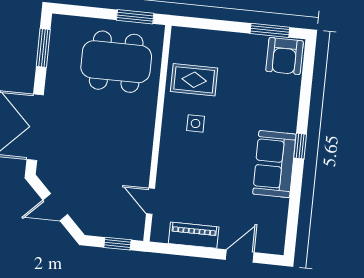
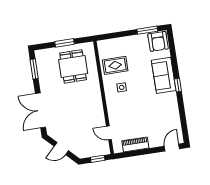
window: (135, 17) -> (65, 43), moved
dining table: (116, 62) -> (73, 66), width x0.73
sofa: (274, 164) -> (164, 75), moved
door: (240, 256) -> (172, 147), moved

